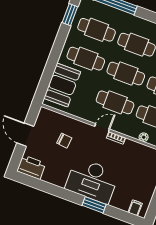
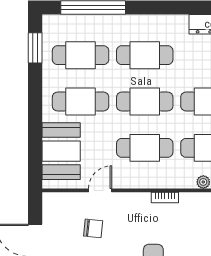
door: (102, 128) -> (100, 190), moved

